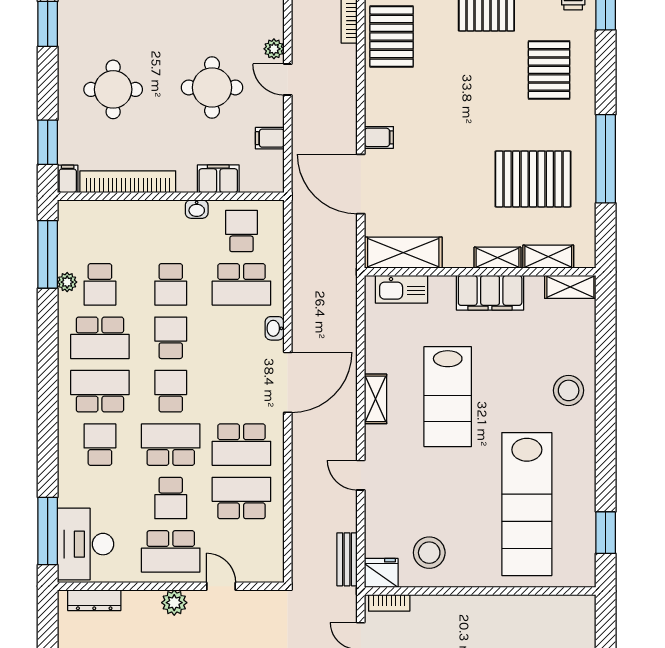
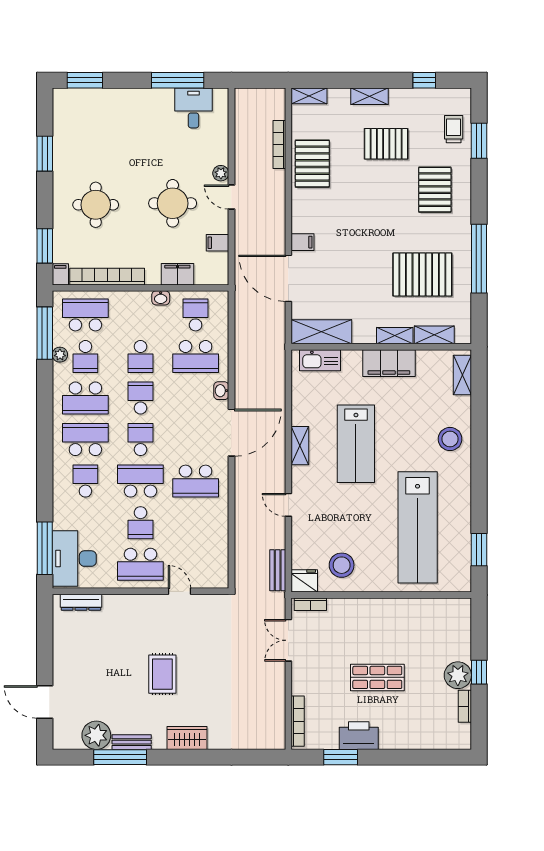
shelving: (570, 287) -> (462, 375), moved, turned 90
school desk: (241, 498) -> (85, 315), moved
plant: (174, 603) -> (143, 604), removed

